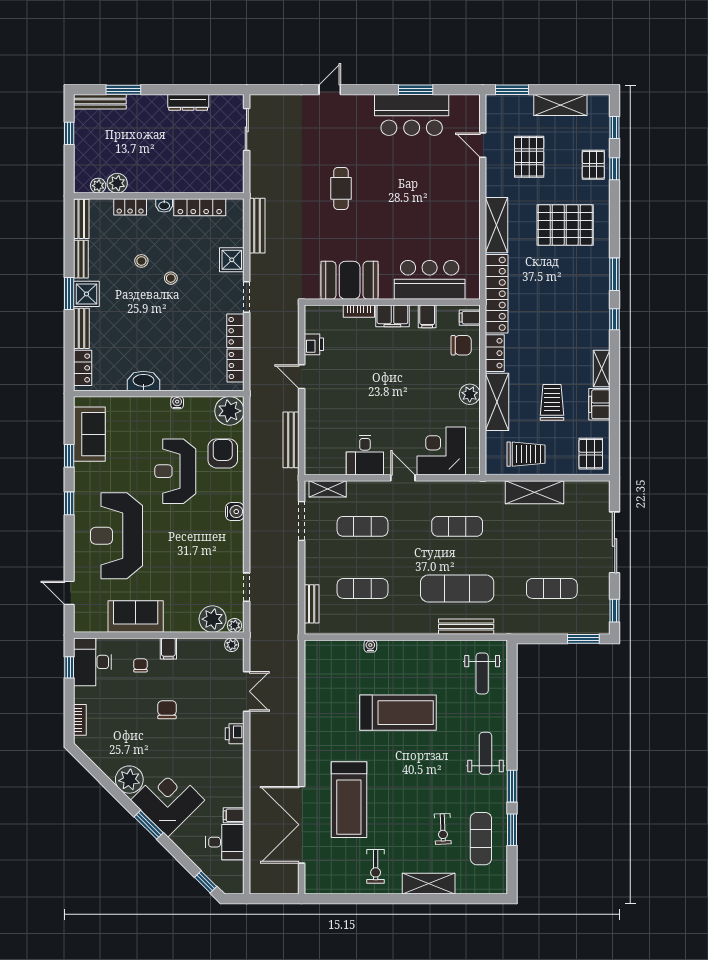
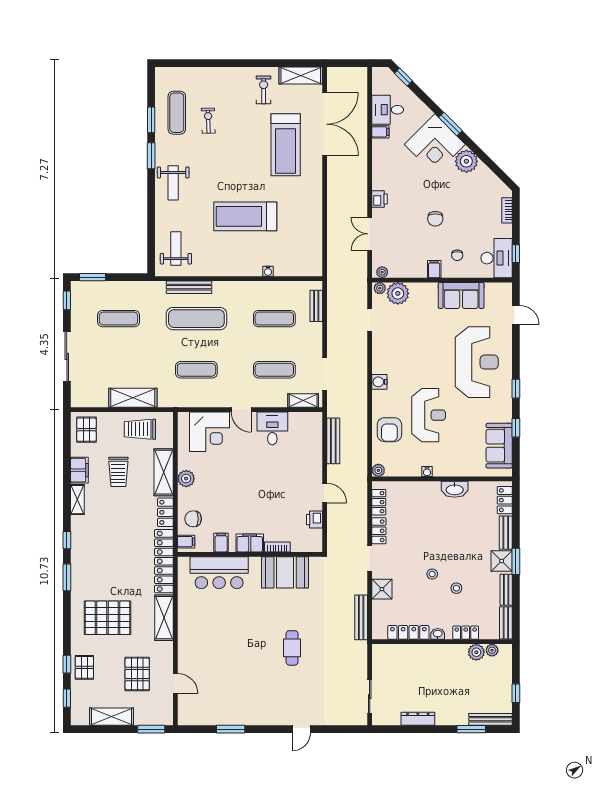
bar counter: (412, 115) -> (234, 708), removed
plant: (229, 411) -> (378, 470), width x0.53, depth x0.53
treadmill: (349, 800) -> (286, 145), turned 180
shelving: (429, 884) -> (301, 76), moved

